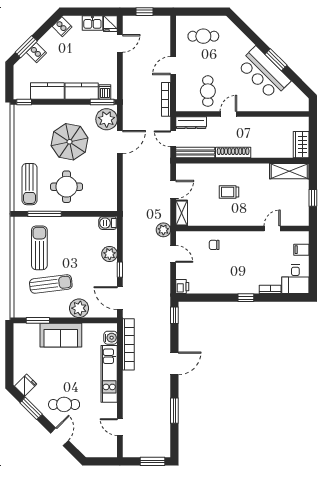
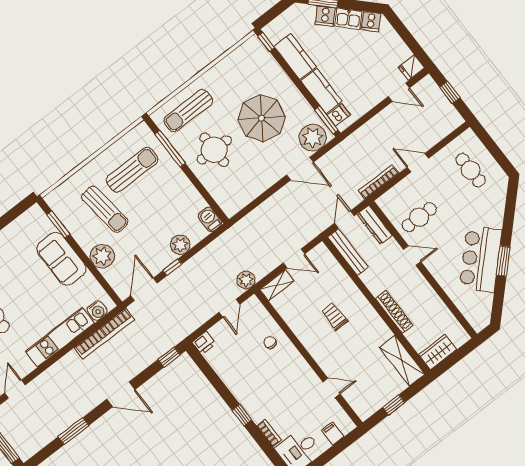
kitchen sink: (92, 23) -> (348, 19), moved, turned -45
shoe rack: (233, 153) -> (394, 312), moved

